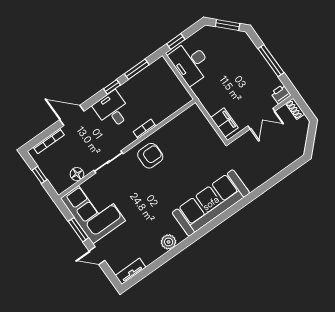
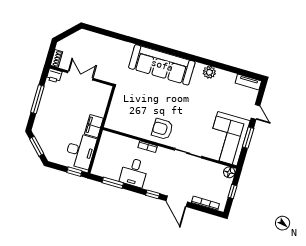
window: (112, 87) -> (153, 194), moved
desk: (112, 110) -> (134, 172), moved
filing cabinet: (224, 123) -> (94, 126), moved
floor lamp: (77, 174) -> (229, 172), moved

